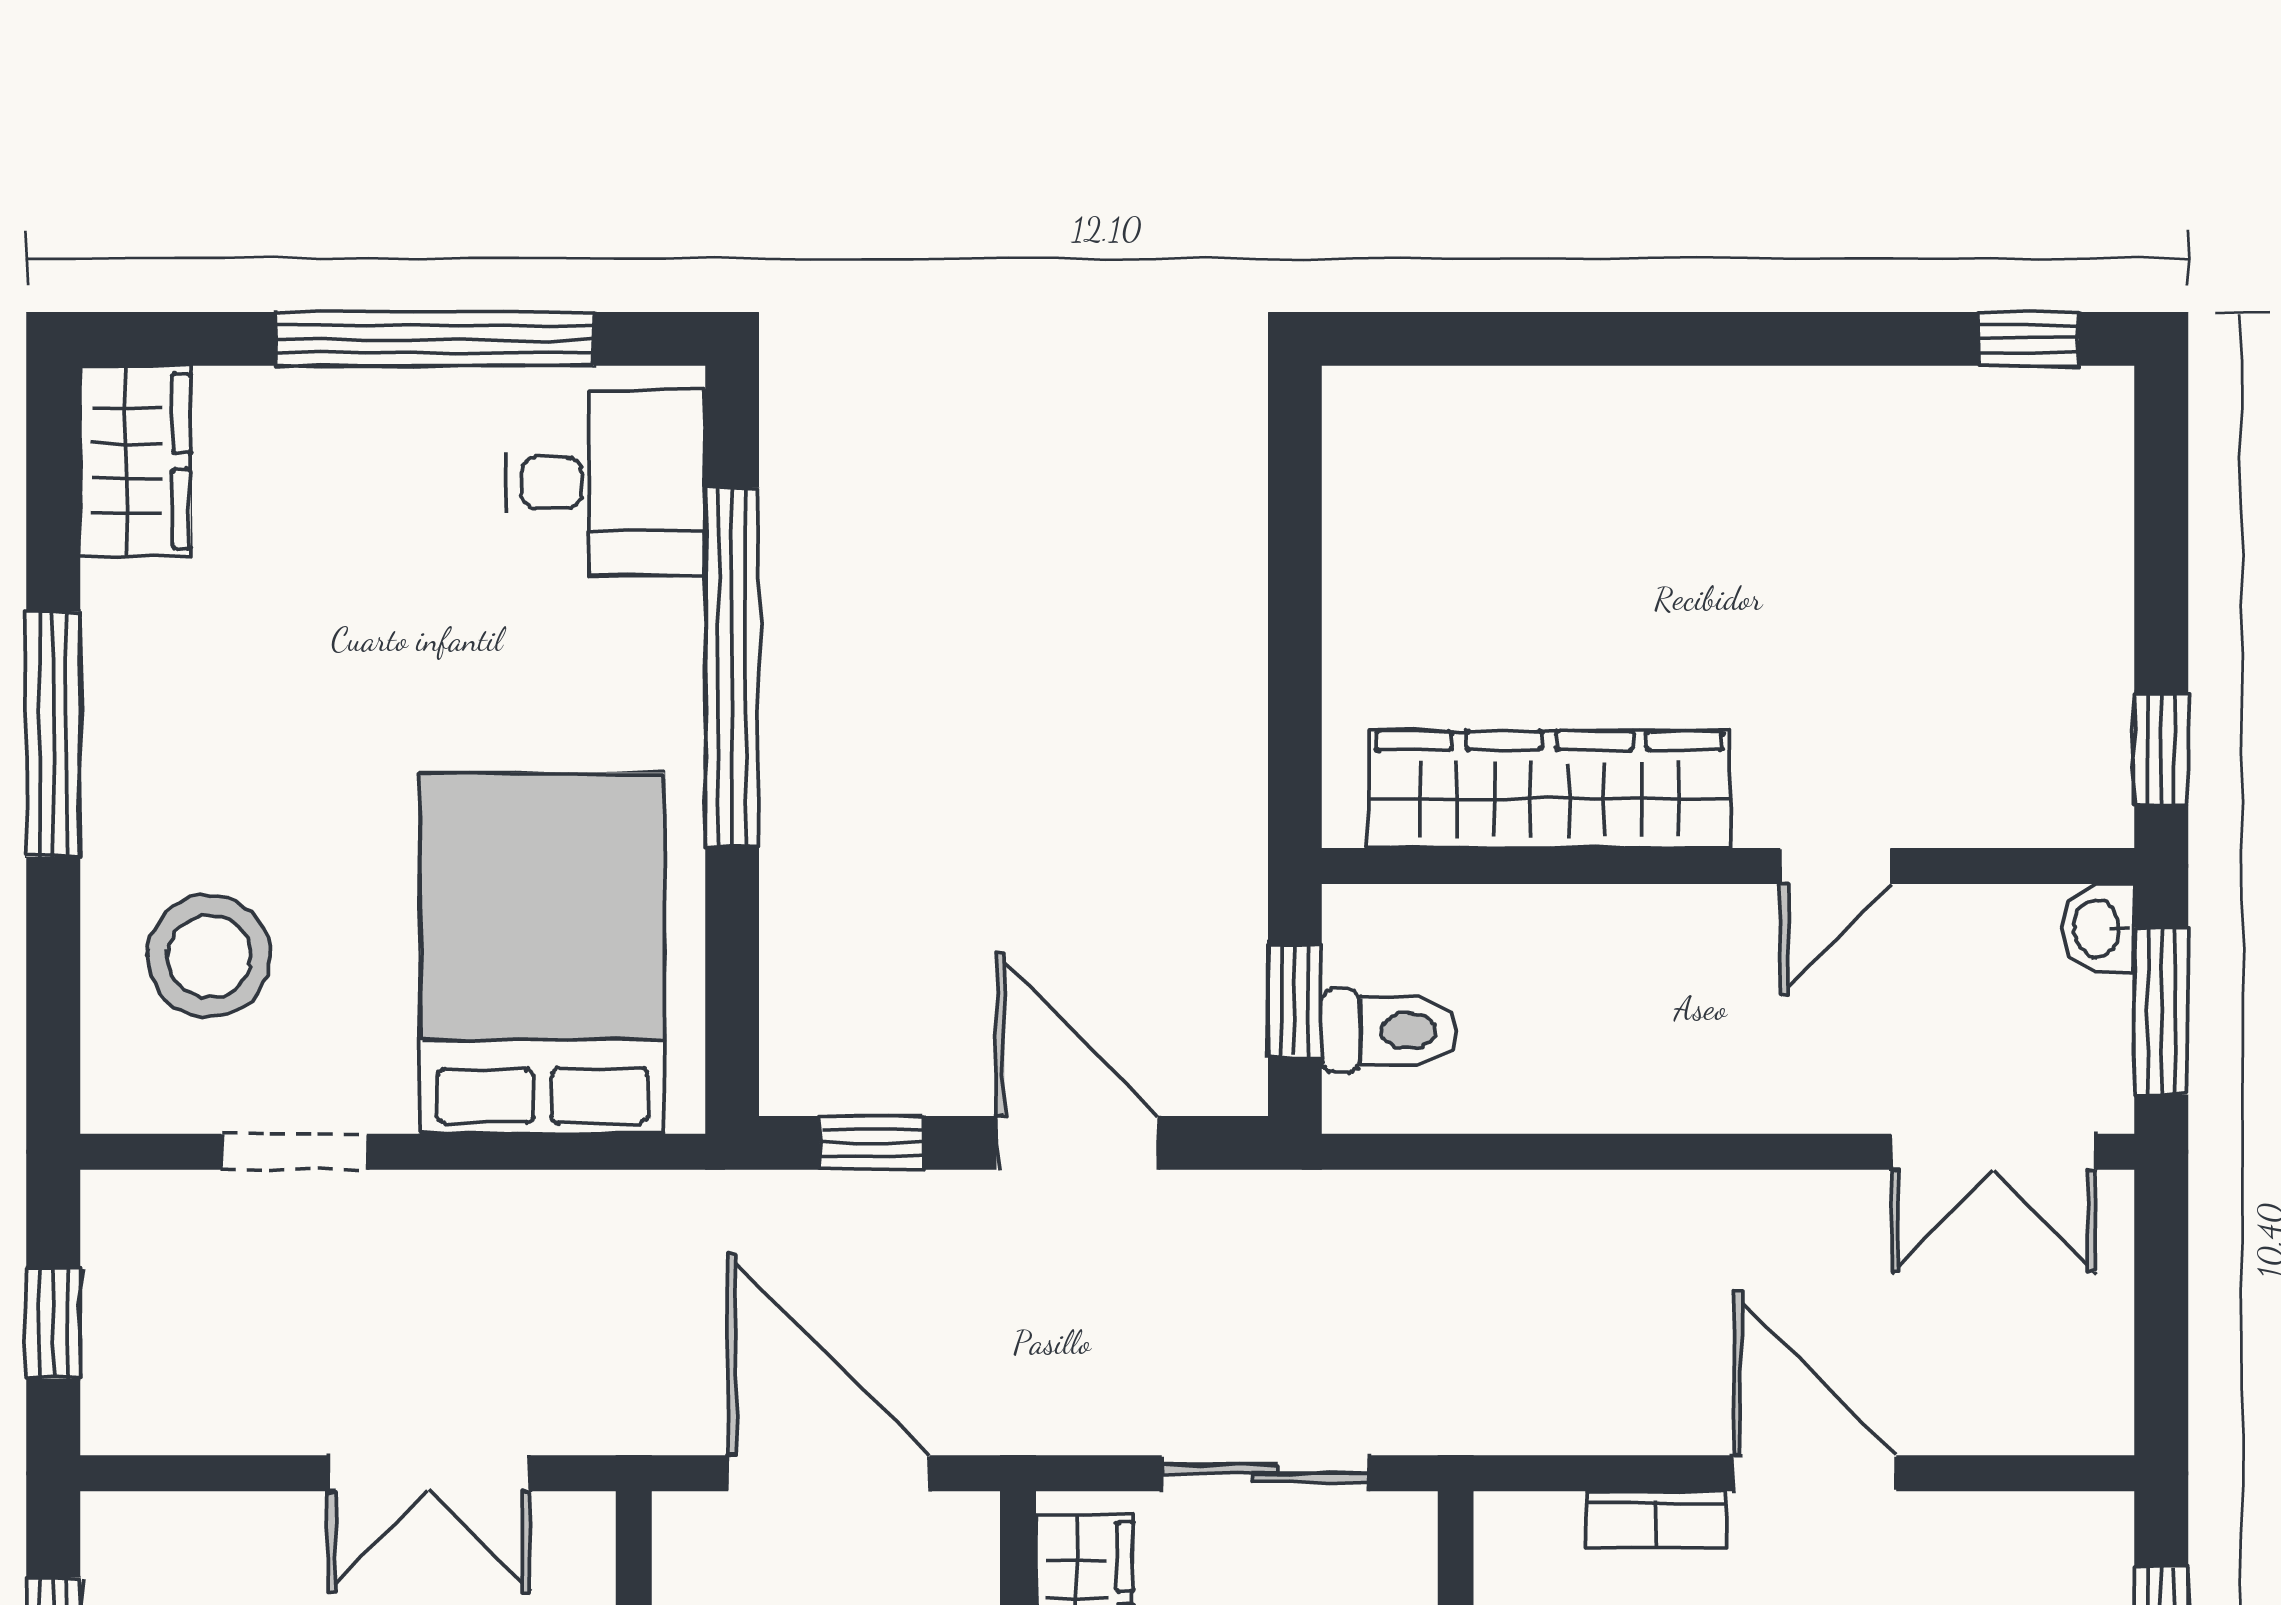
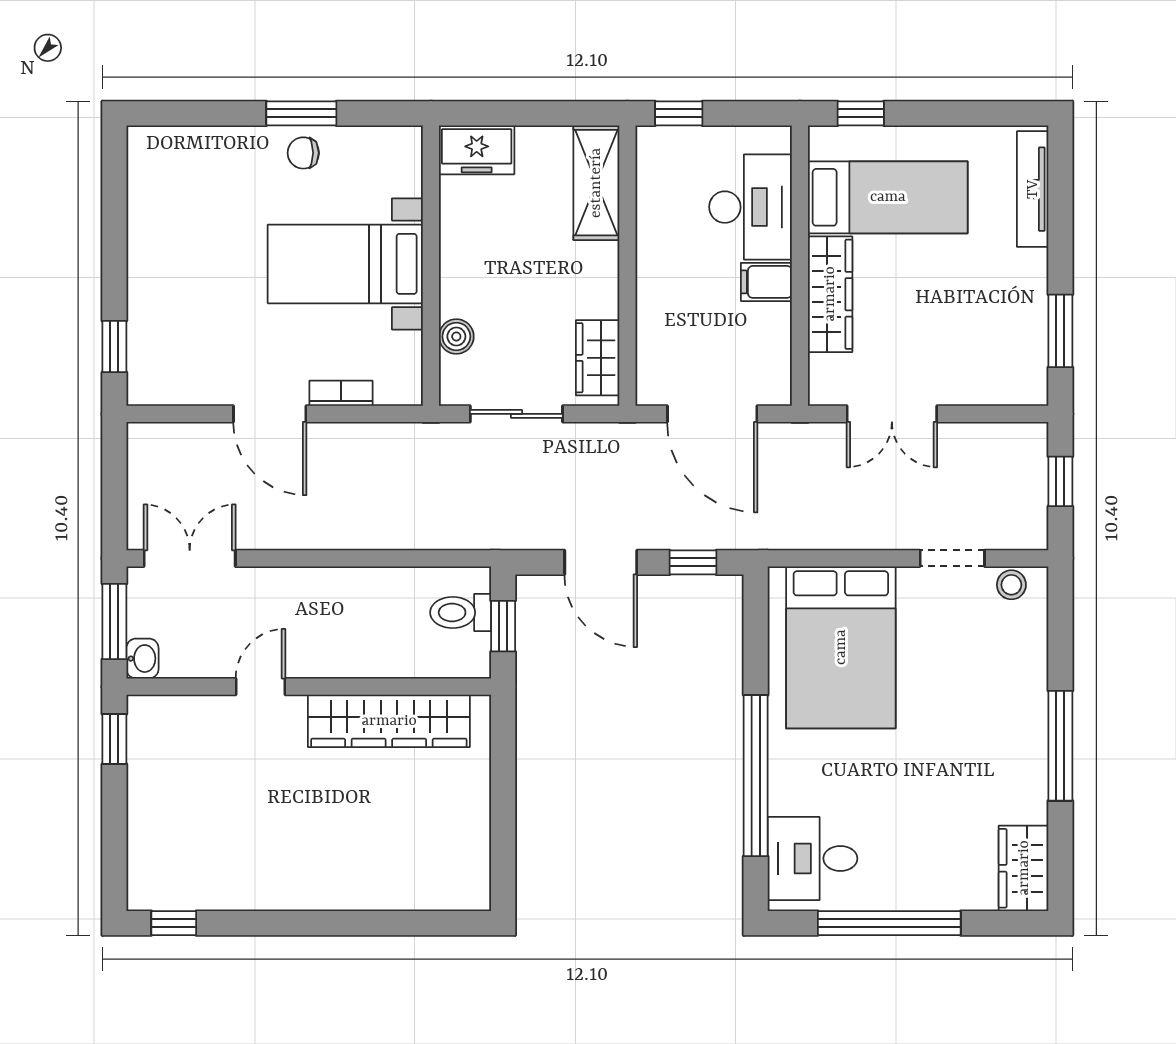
stool: (209, 956) -> (1011, 585), moved, width x0.53, depth x0.53
double door: (429, 1473) -> (892, 414), swing flipped

